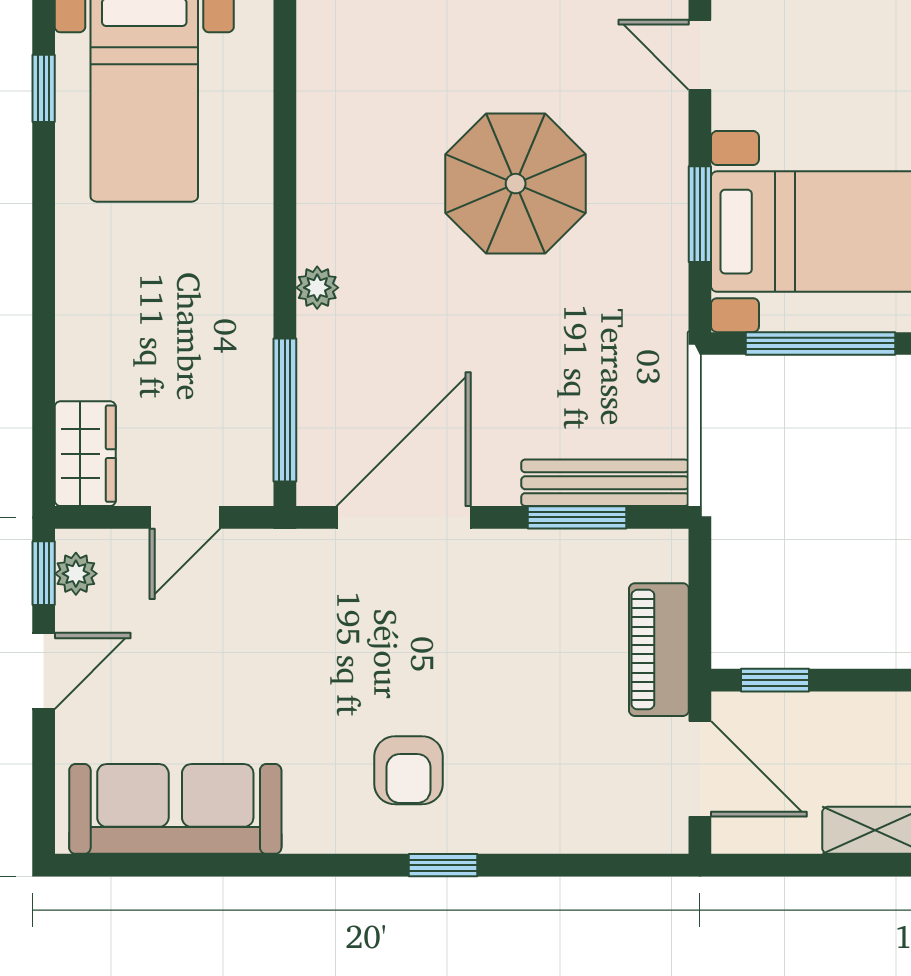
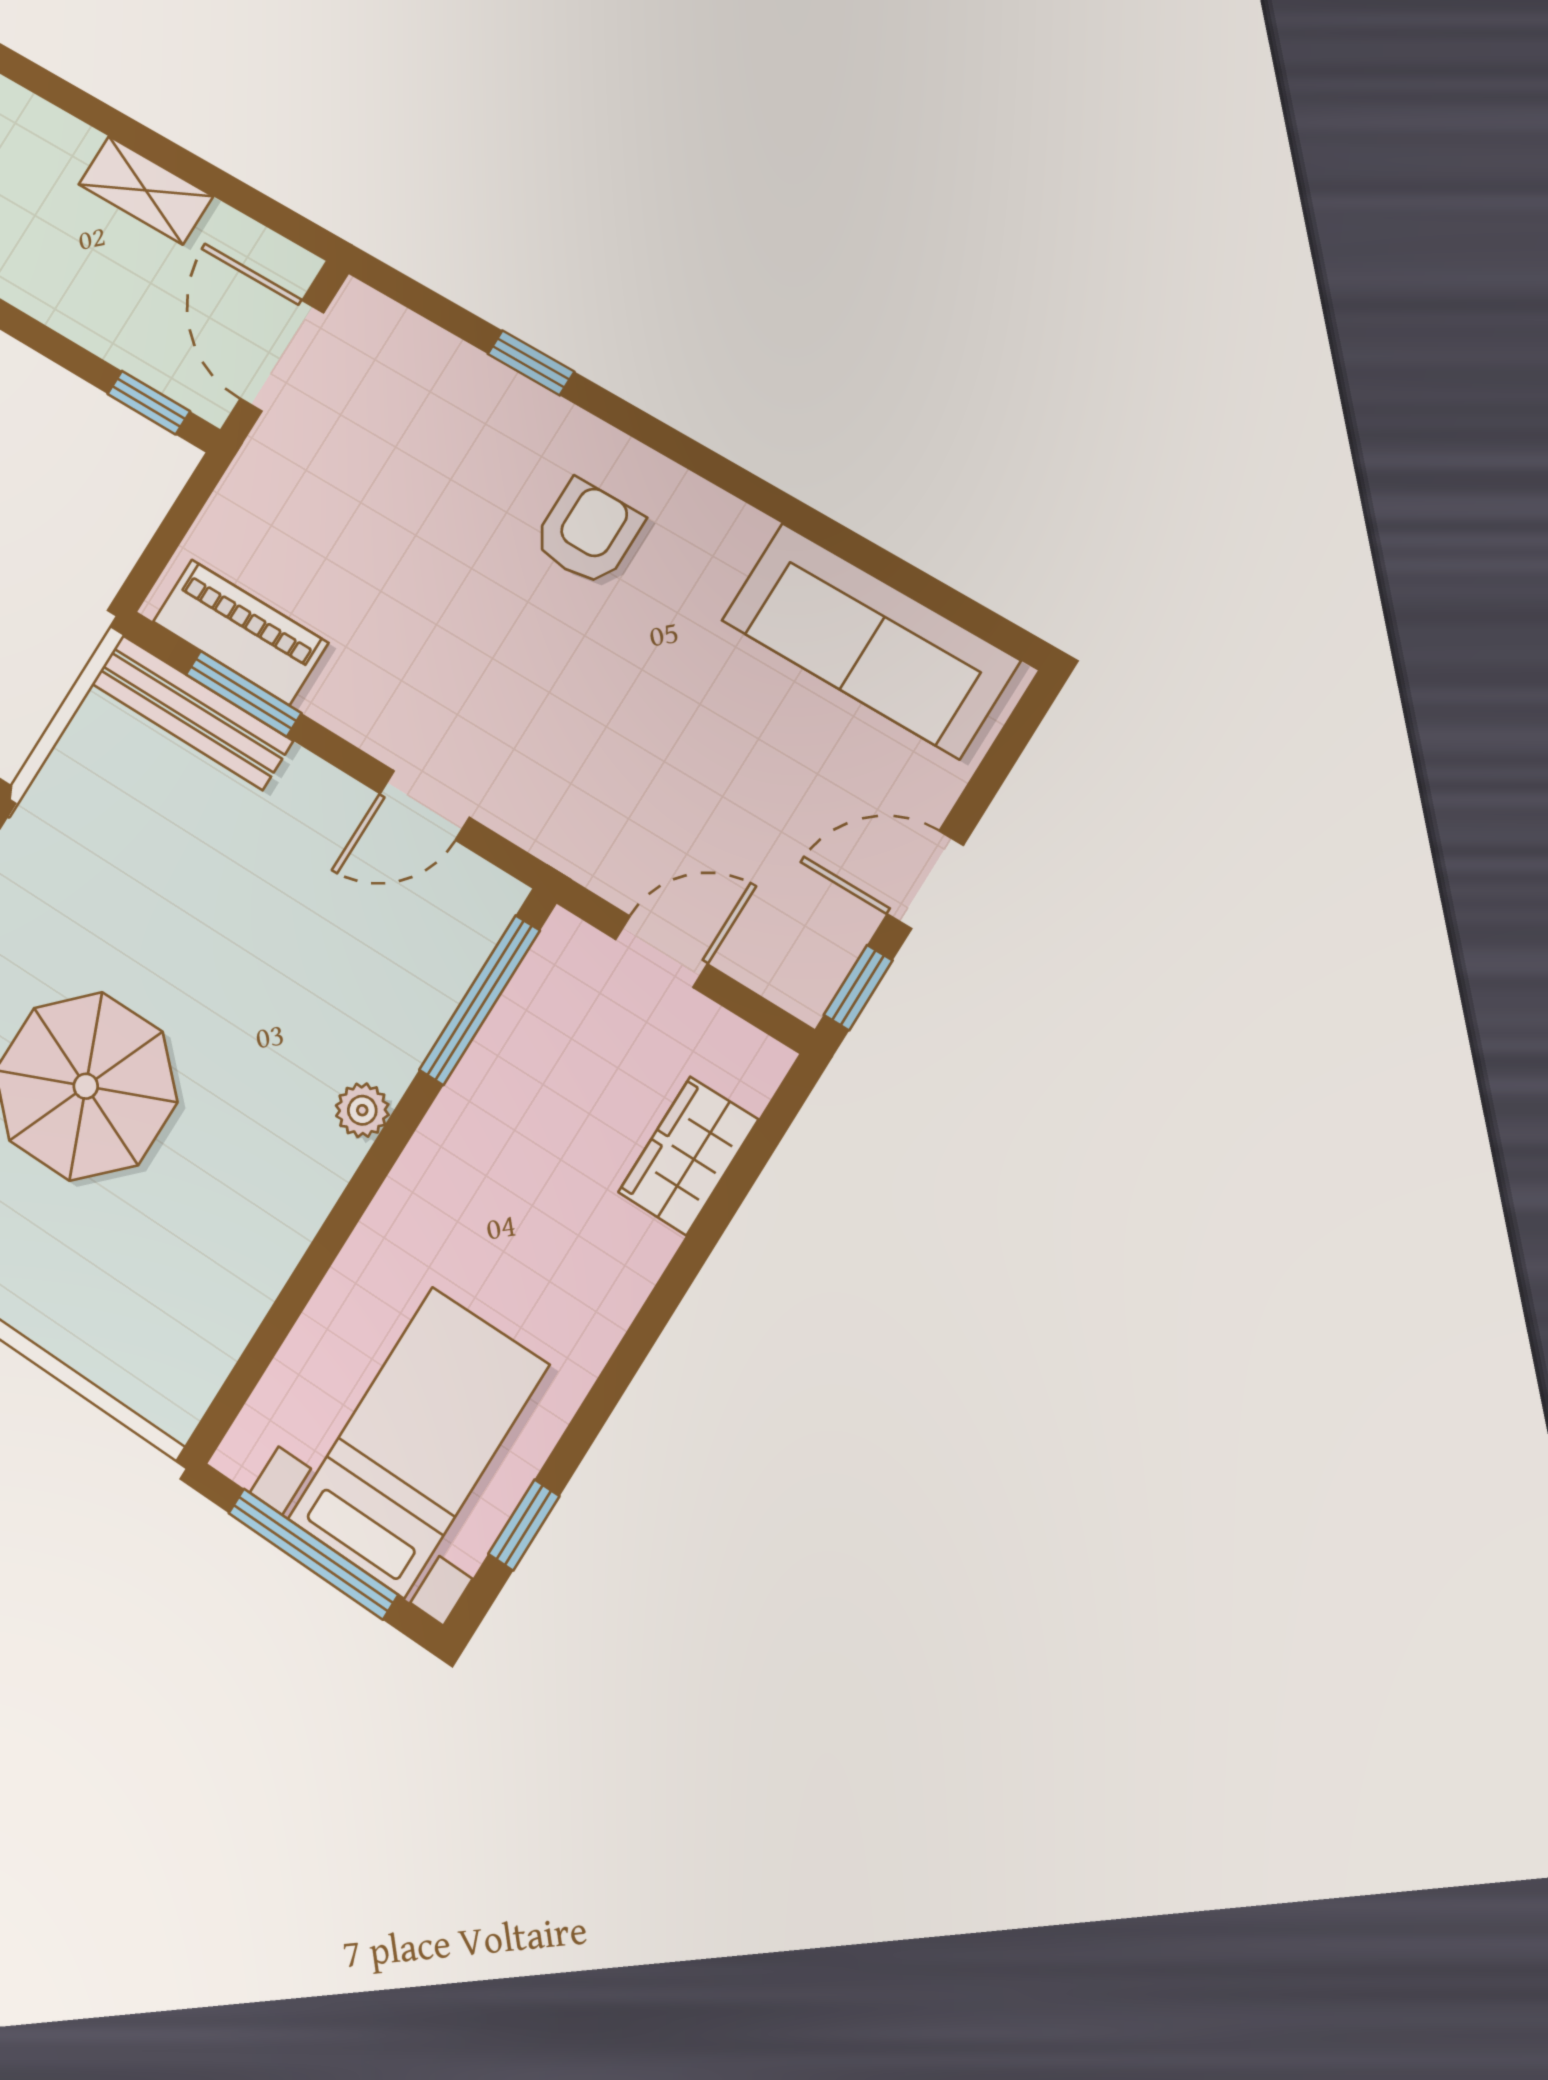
wardrobe: (85, 454) -> (688, 1156), moved
door: (404, 517) -> (425, 805), width x0.53
plant: (76, 574) -> (822, 965), removed
piano: (659, 650) -> (240, 632), moved, turned -90
window: (443, 865) -> (531, 363), moved

